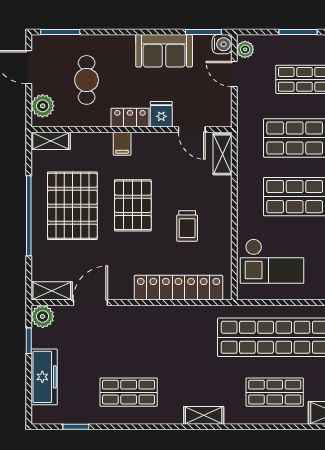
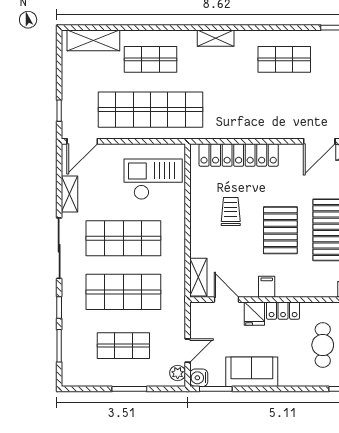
door: (234, 74) -> (188, 351), hinge flipped
filing cabinet: (122, 144) -> (267, 287), moved

